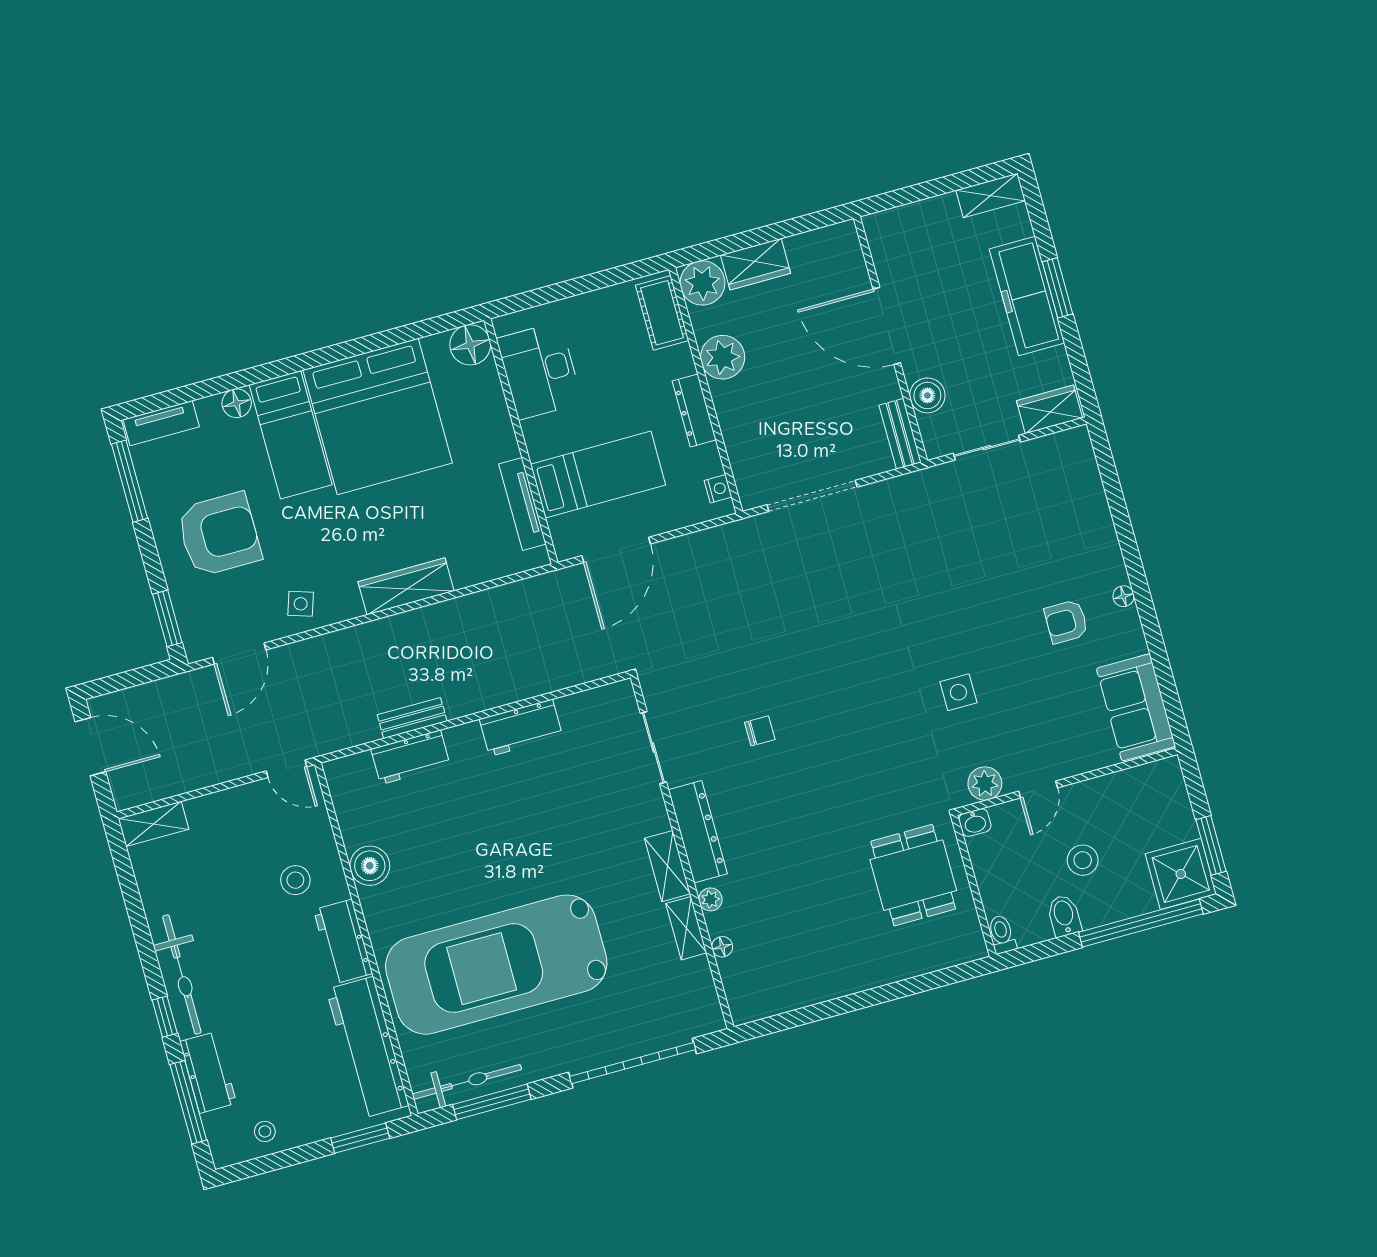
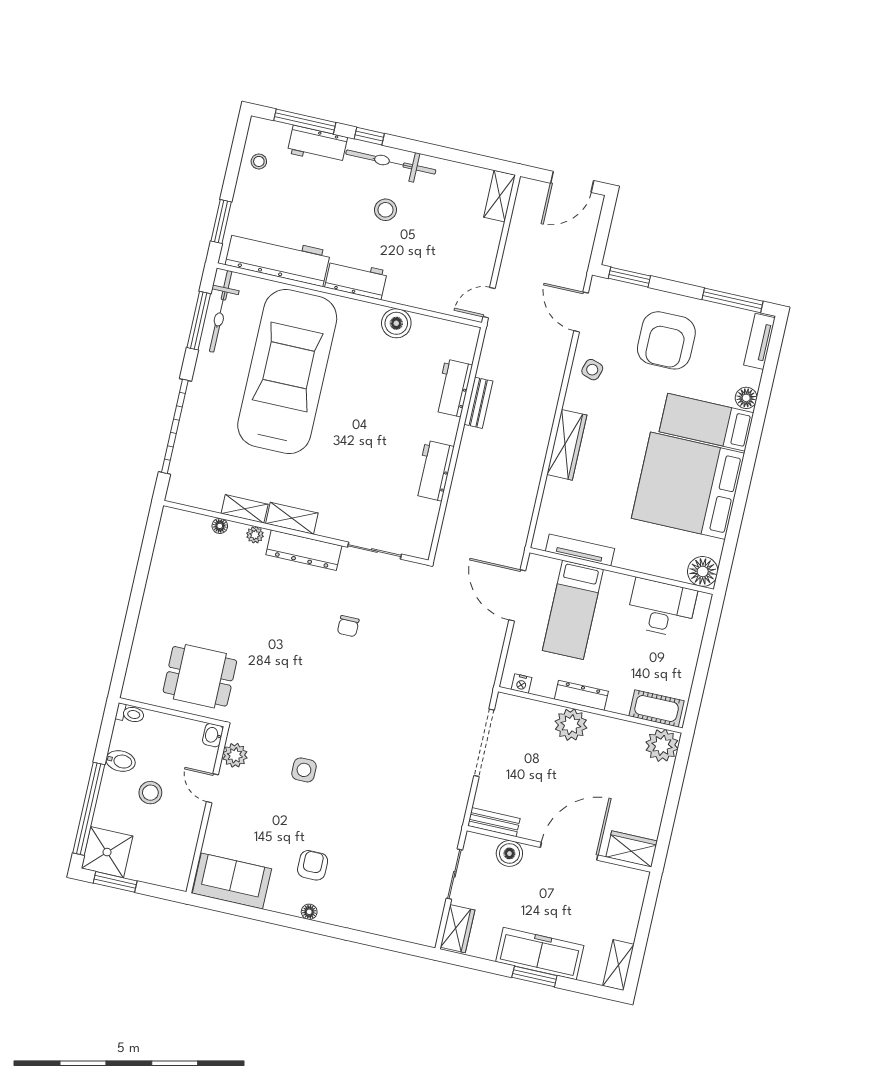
wardrobe: (756, 264) -> (632, 849), moved, turned 90
plant: (723, 357) -> (571, 725), moved
stool: (295, 880) -> (385, 210), moved

